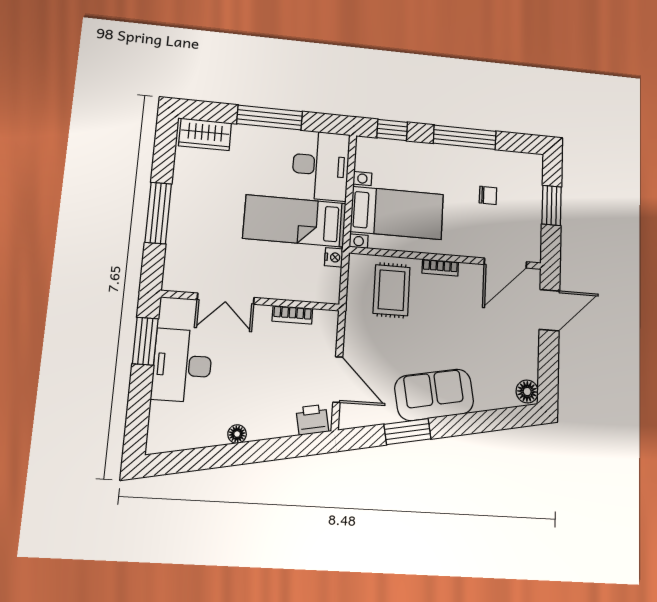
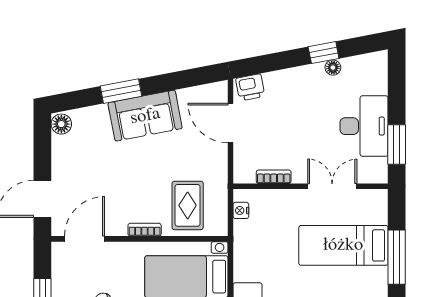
bed: (295, 221) -> (343, 245), moved, turned 180
nightstand: (334, 257) -> (241, 210), moved
window: (407, 432) -> (121, 91), moved
floor lamp: (237, 434) -> (333, 68), moved
window: (223, 456) -> (324, 53), added

